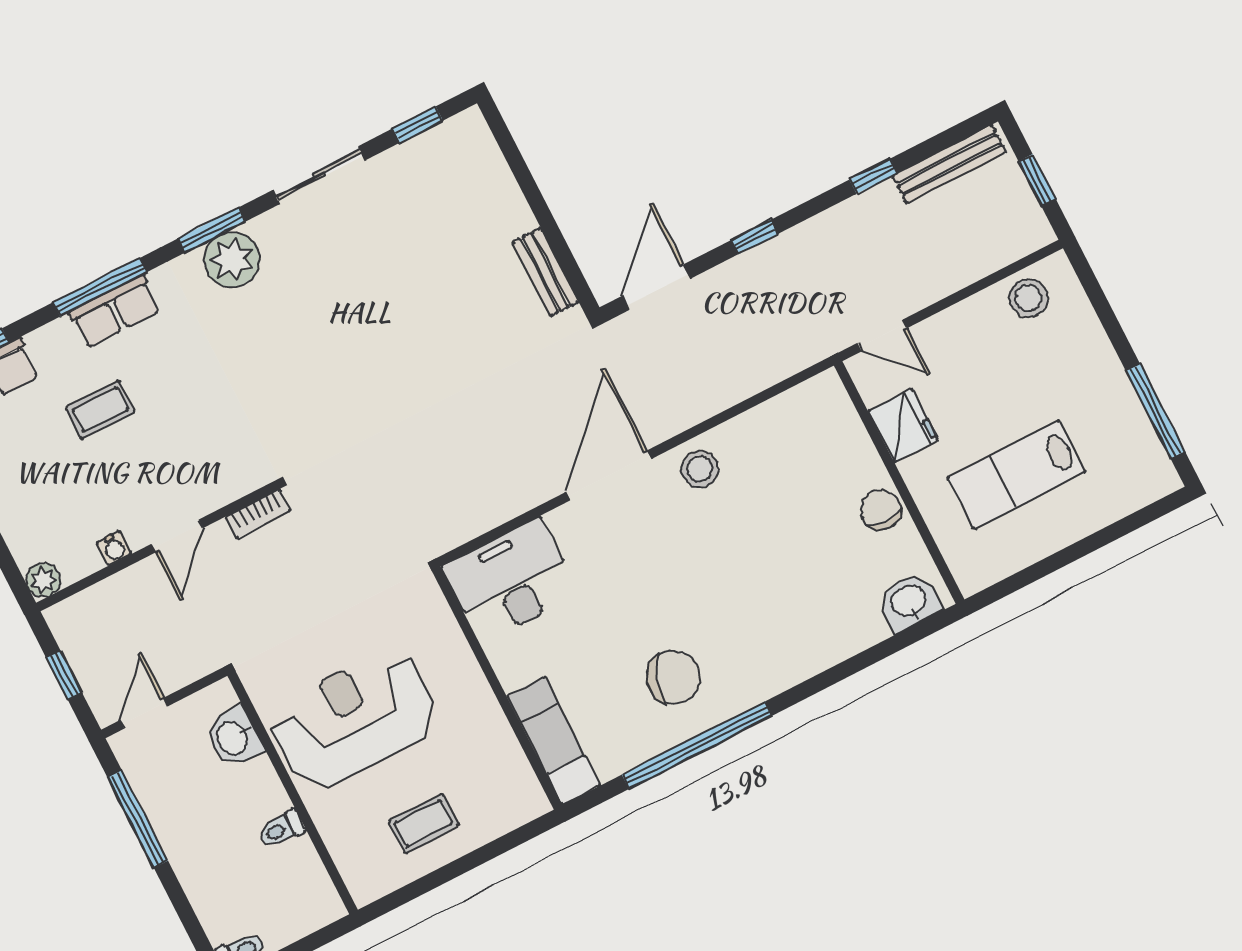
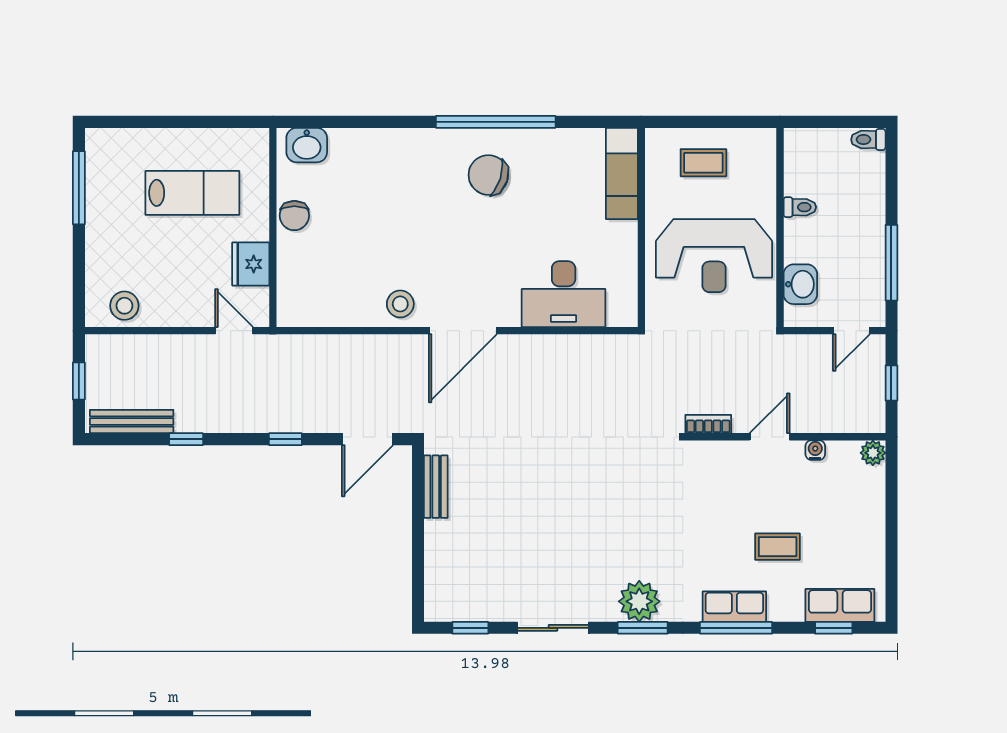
wall: (497, 688) -> (641, 227), moved
exam couch: (553, 741) -> (622, 173), moved

